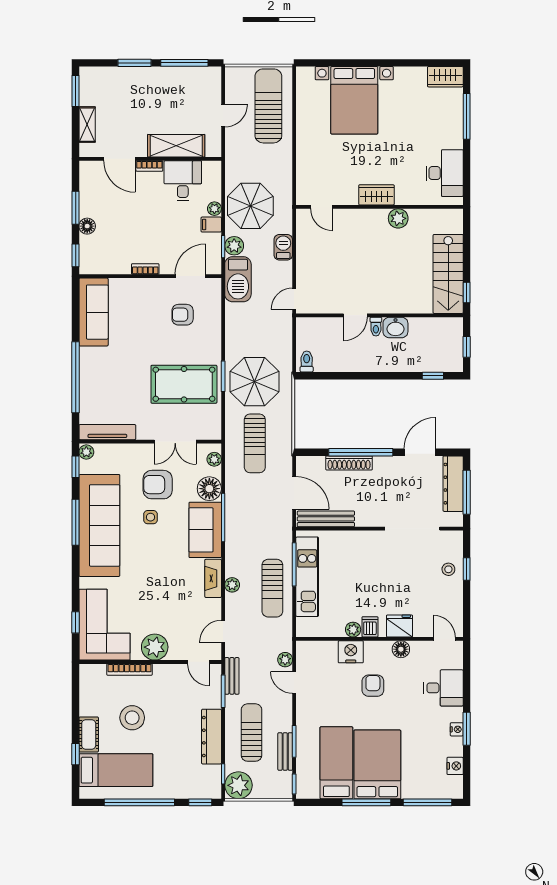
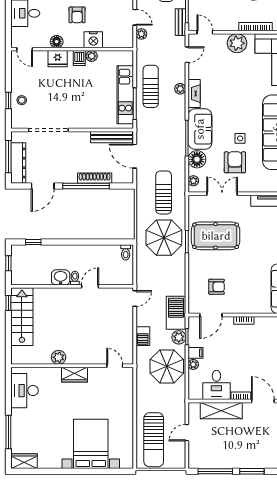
armchair: (158, 485) -> (235, 162), turned -90

